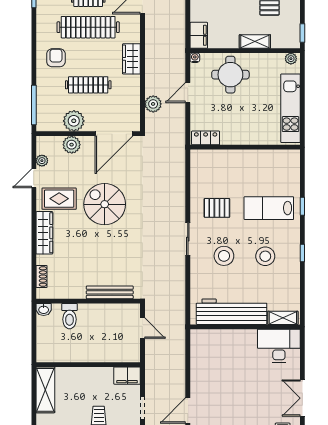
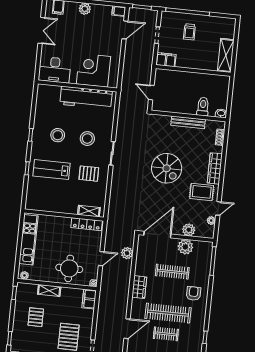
armchair: (56, 58) -> (193, 293), turned 180
locker: (206, 138) -> (87, 224), width x1.53
spiral stairs: (105, 204) -> (167, 168), moved
lab bench: (269, 208) -> (52, 170), turned 180
bench: (110, 292) -> (188, 122), moved
shelving: (283, 318) -> (89, 211), moved
corner desk: (225, 351) -> (94, 70), added

